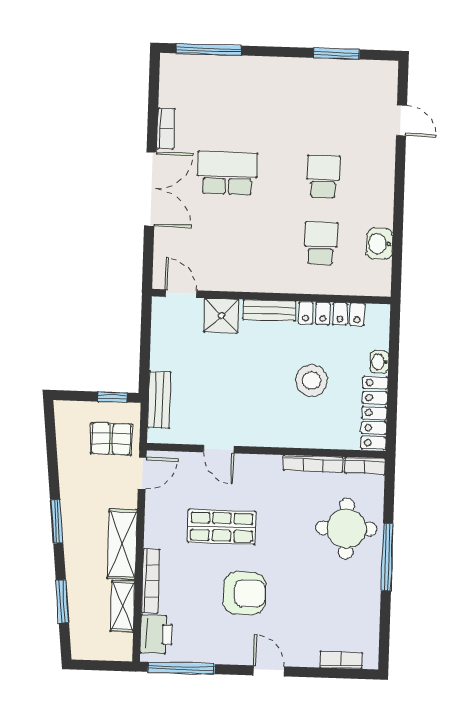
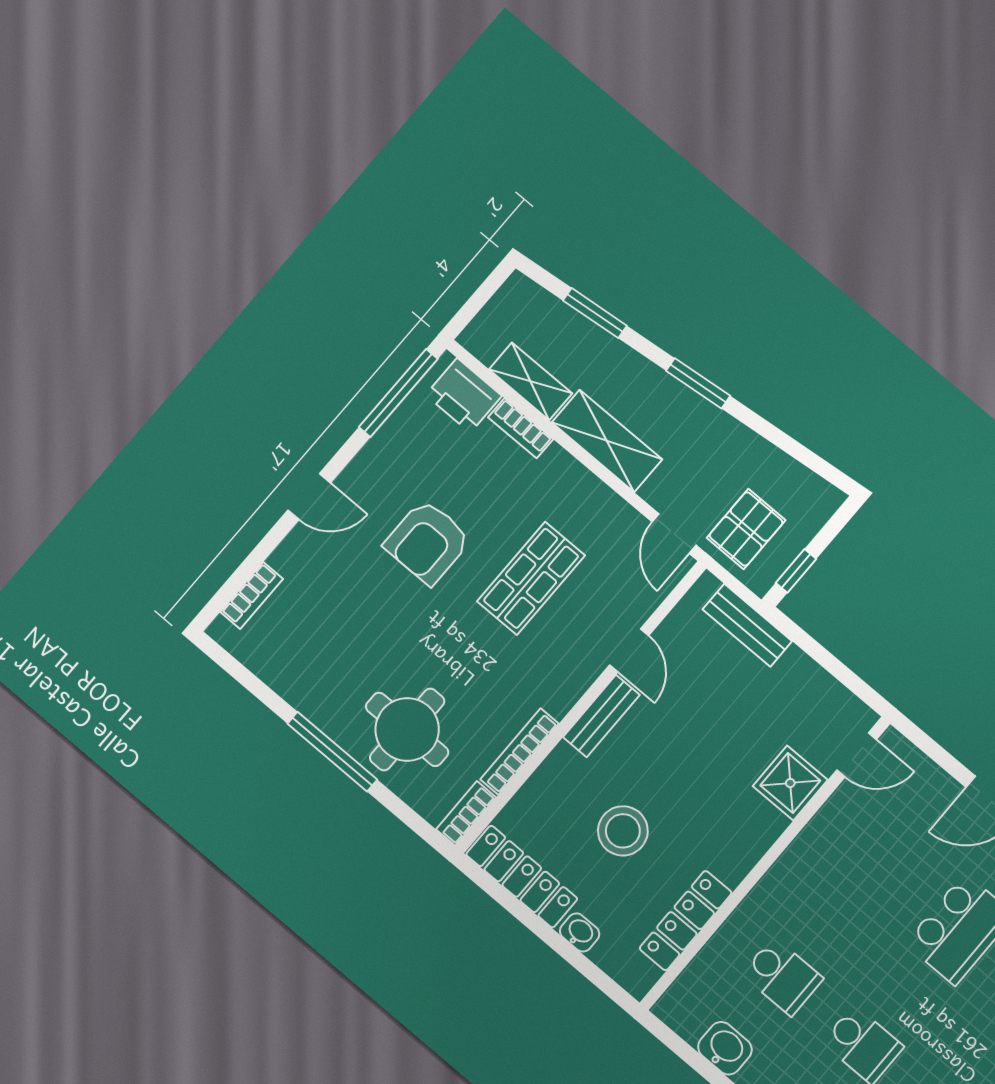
bench: (269, 310) -> (601, 716), moved
door: (219, 449) -> (629, 650), swing flipped
bookcase: (151, 581) -> (521, 428), width x0.64

